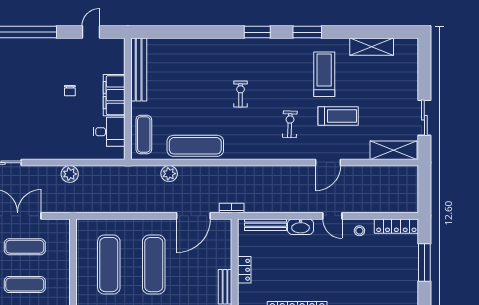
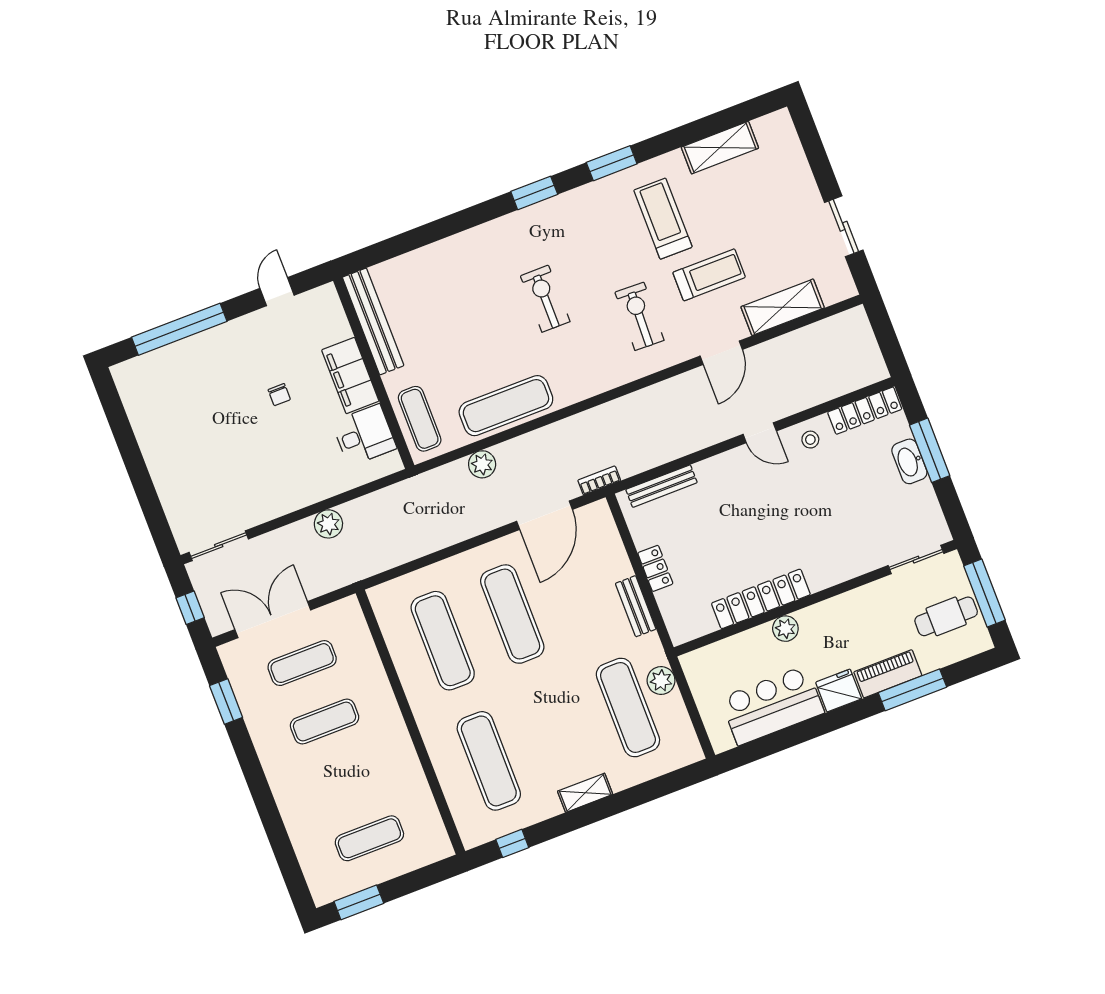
exercise bike: (241, 94) -> (545, 299), width x1.38, depth x1.39
exercise bike: (290, 124) -> (639, 316), width x1.38, depth x1.39
shelving: (393, 150) -> (783, 307), moved
washbasin: (301, 227) -> (909, 461), moved, turned 90

